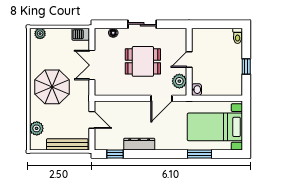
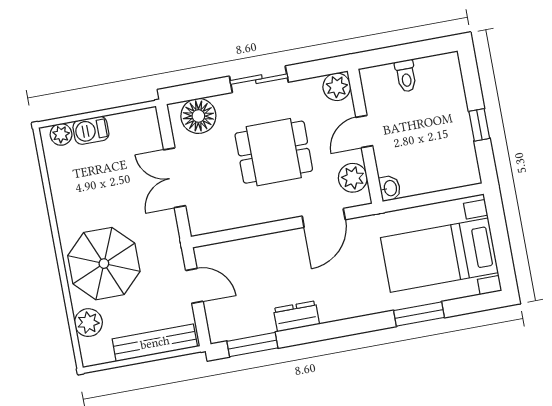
floor lamp: (113, 33) -> (198, 116), width x1.89, depth x1.89
barbecue: (81, 34) -> (91, 130), moved
plant: (180, 35) -> (337, 87), added
toilet: (238, 36) -> (406, 76), moved
parasol: (52, 87) -> (104, 264), moved
dresser: (139, 144) -> (296, 316), width x0.70
window: (115, 154) -> (252, 345), width x1.50

